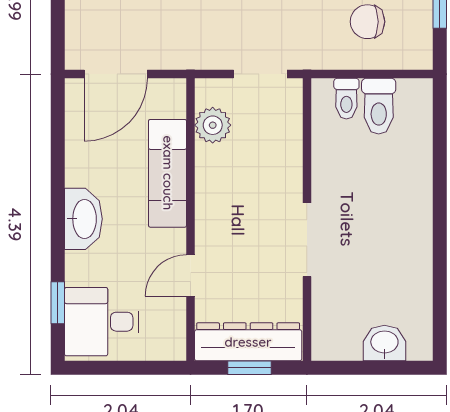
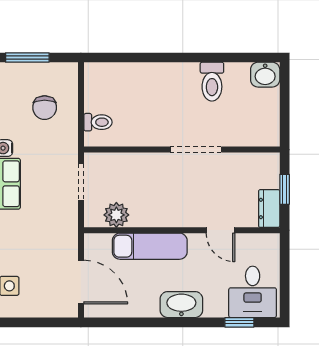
toilet: (379, 106) -> (212, 82), moved, turned 90
dresser: (248, 342) -> (269, 209), width x0.51, depth x0.80
washbasin: (384, 343) -> (265, 75), moved, turned -90

